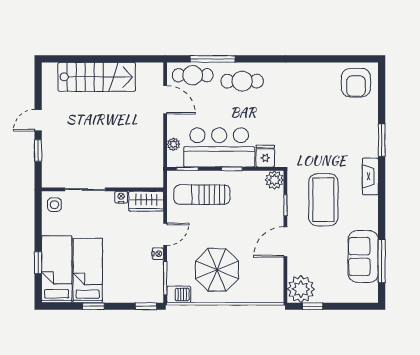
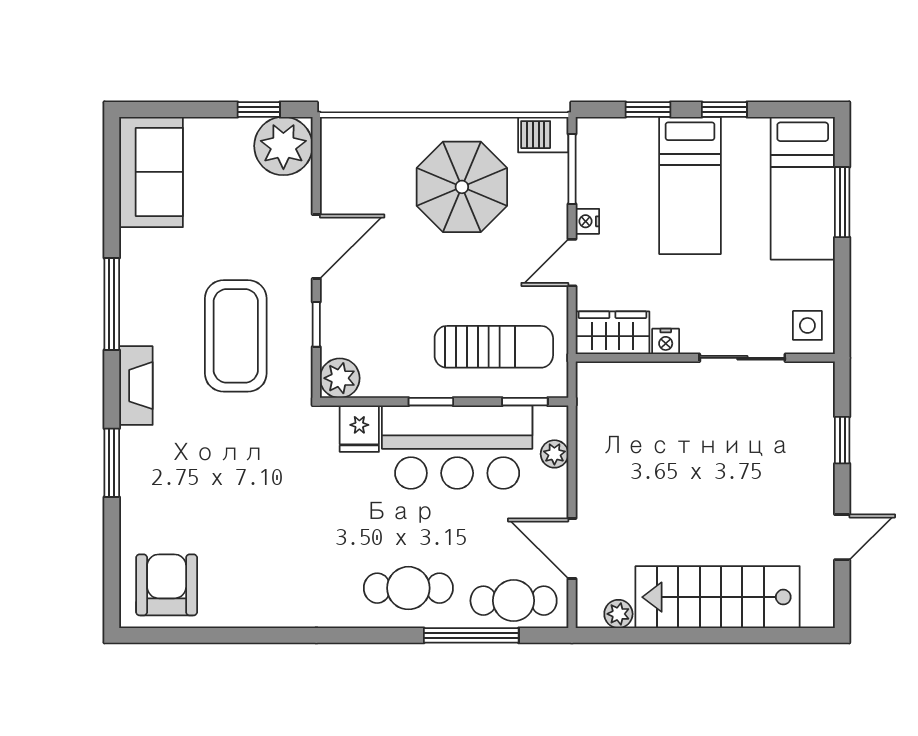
plant: (143, 69) -> (618, 614), added
door: (38, 120) -> (842, 537), moved
sofa: (363, 257) -> (151, 172), moved
window: (382, 261) -> (112, 304), moved
window: (38, 263) -> (842, 202), width x1.50
bed: (88, 271) -> (690, 185), moved
window: (146, 306) -> (648, 109), moved

